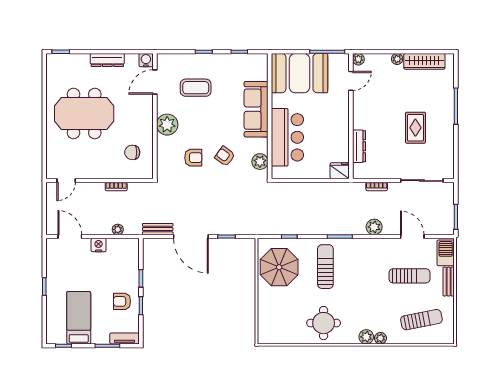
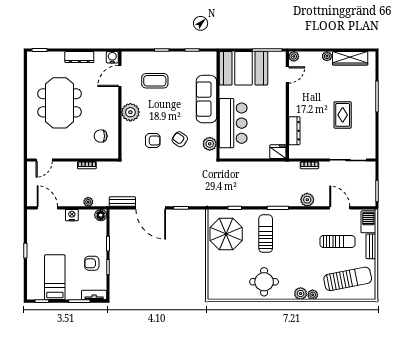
meeting table: (84, 114) -> (60, 103), turned 90
floor lamp: (132, 245) -> (101, 215), added
sun lounger: (421, 320) -> (348, 279), width x1.36, depth x1.34

